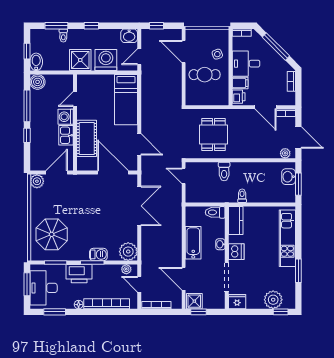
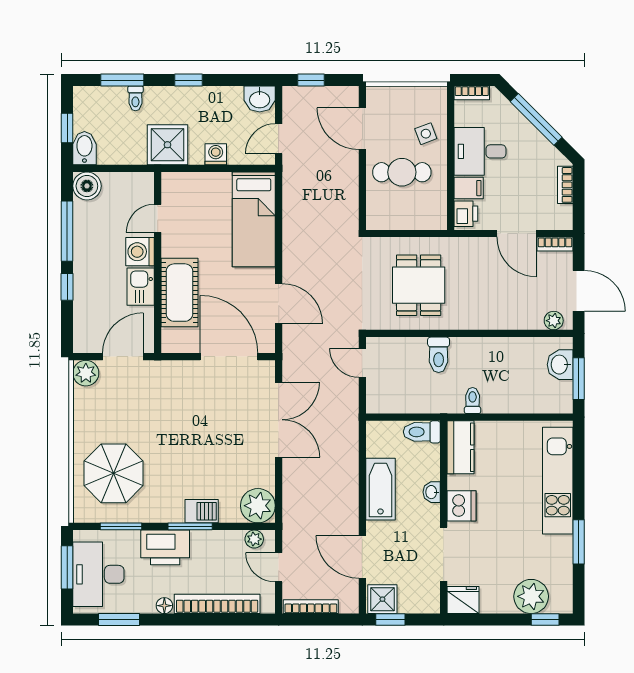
washing machine: (106, 60) -> (216, 154), width x0.53, depth x0.53

